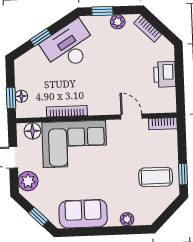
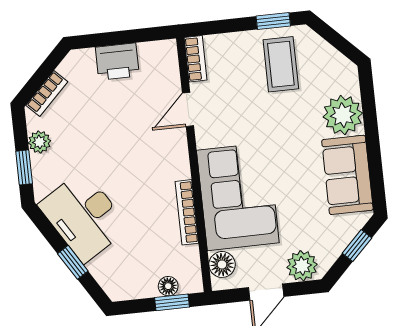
plant: (127, 219) -> (343, 115), width x1.88, depth x1.88

